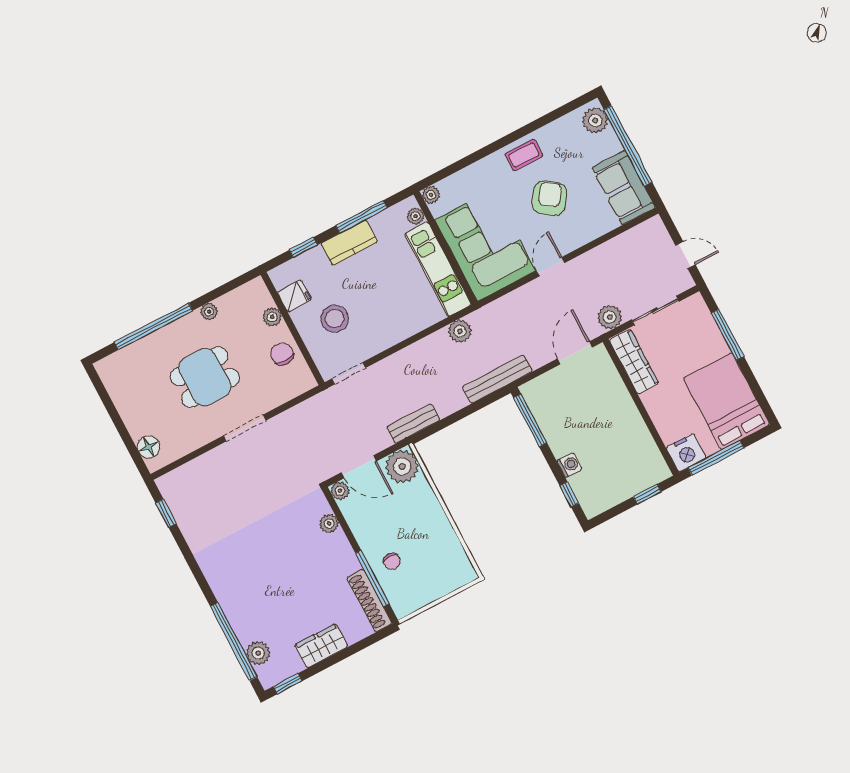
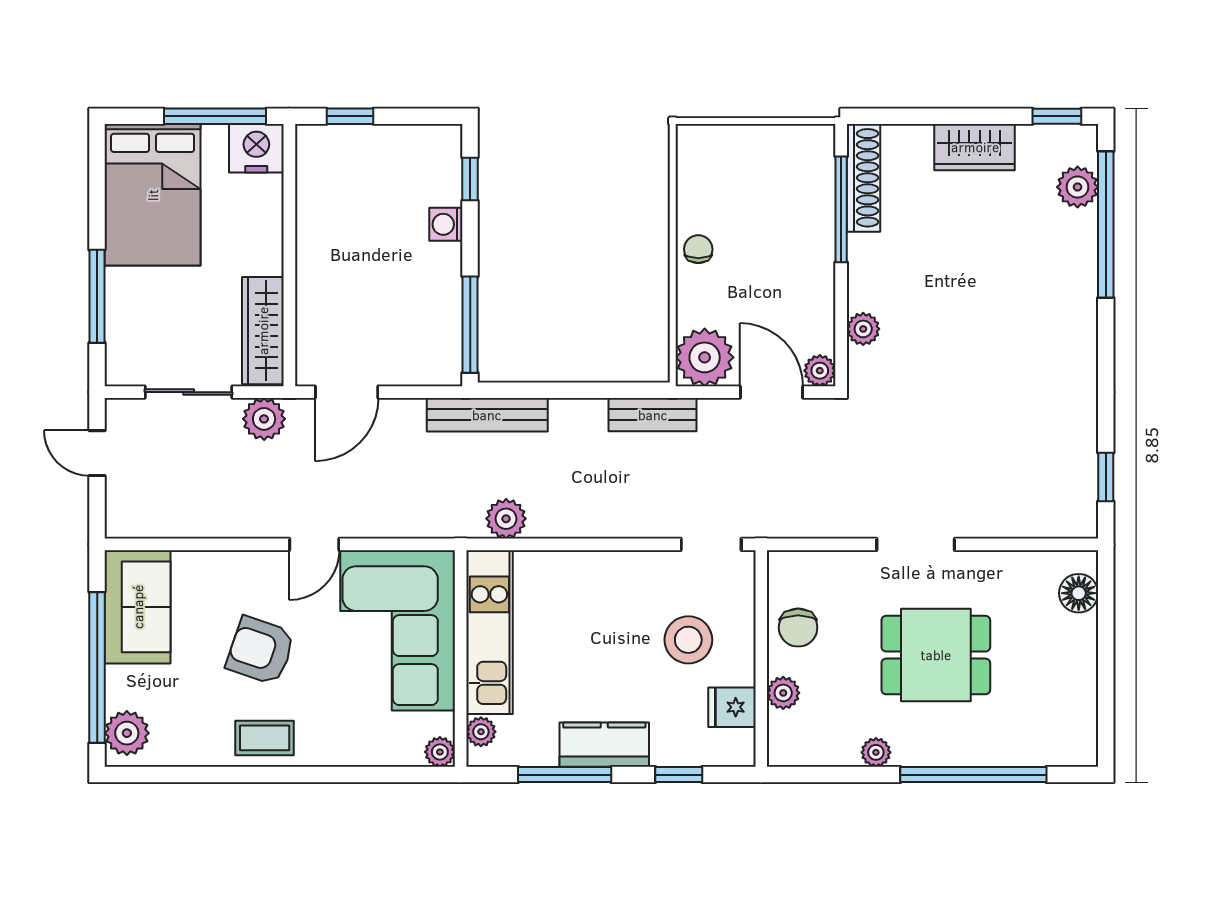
armchair: (549, 198) -> (261, 651), turned 73
chair: (392, 561) -> (698, 249), moved

